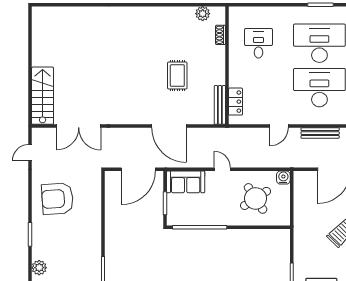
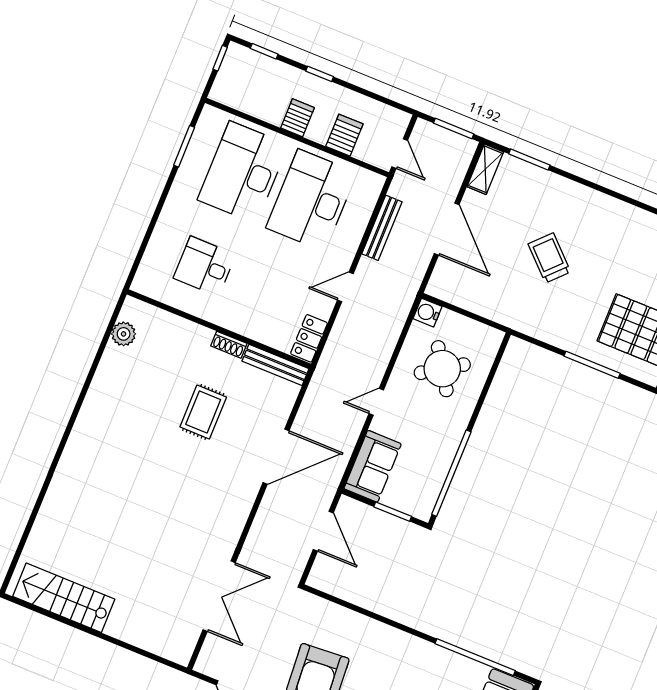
shoe rack: (221, 35) -> (229, 345), moved
rug: (177, 76) -> (203, 412), turned 90
stairs: (43, 96) -> (64, 598), moved
locker: (235, 102) -> (309, 338), moved, turned -90
door: (279, 126) -> (345, 287), swing flipped
door: (138, 169) -> (323, 531), width x0.73

